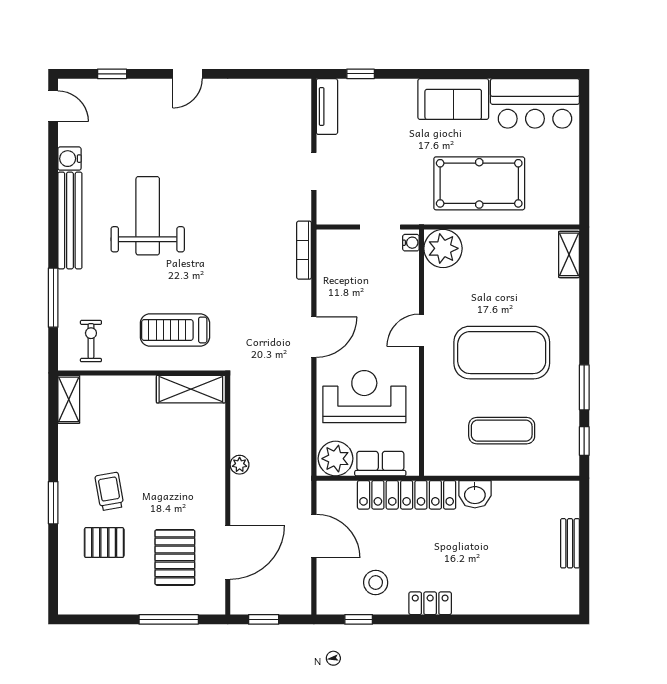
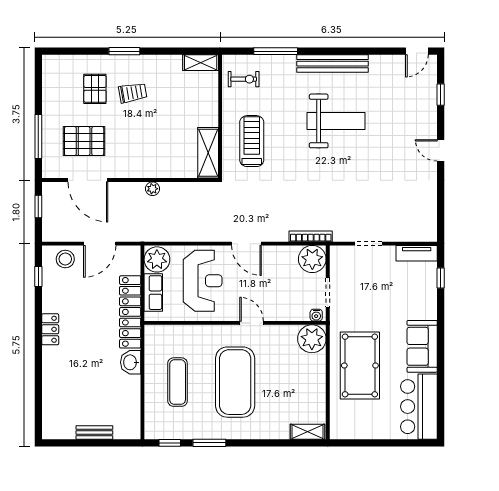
water cooler: (69, 159) -> (378, 63), removed
plant: (335, 248) -> (312, 259), added
stool: (376, 582) -> (65, 259), moved

